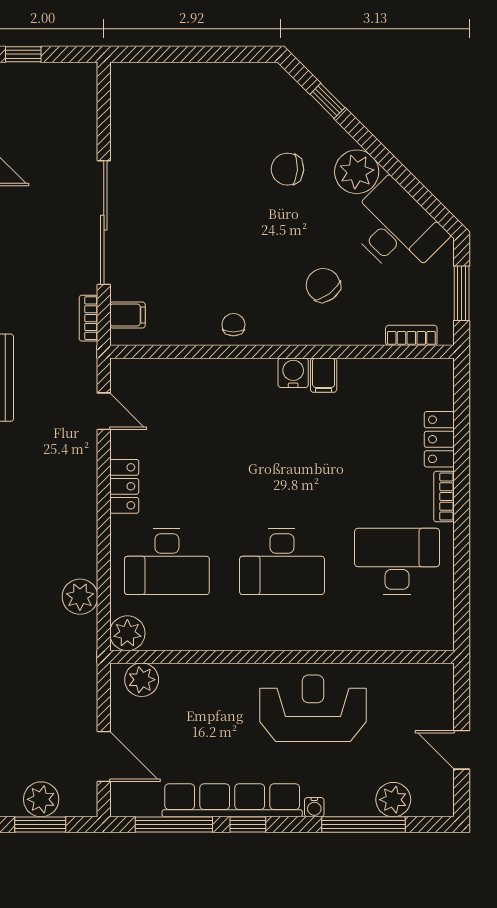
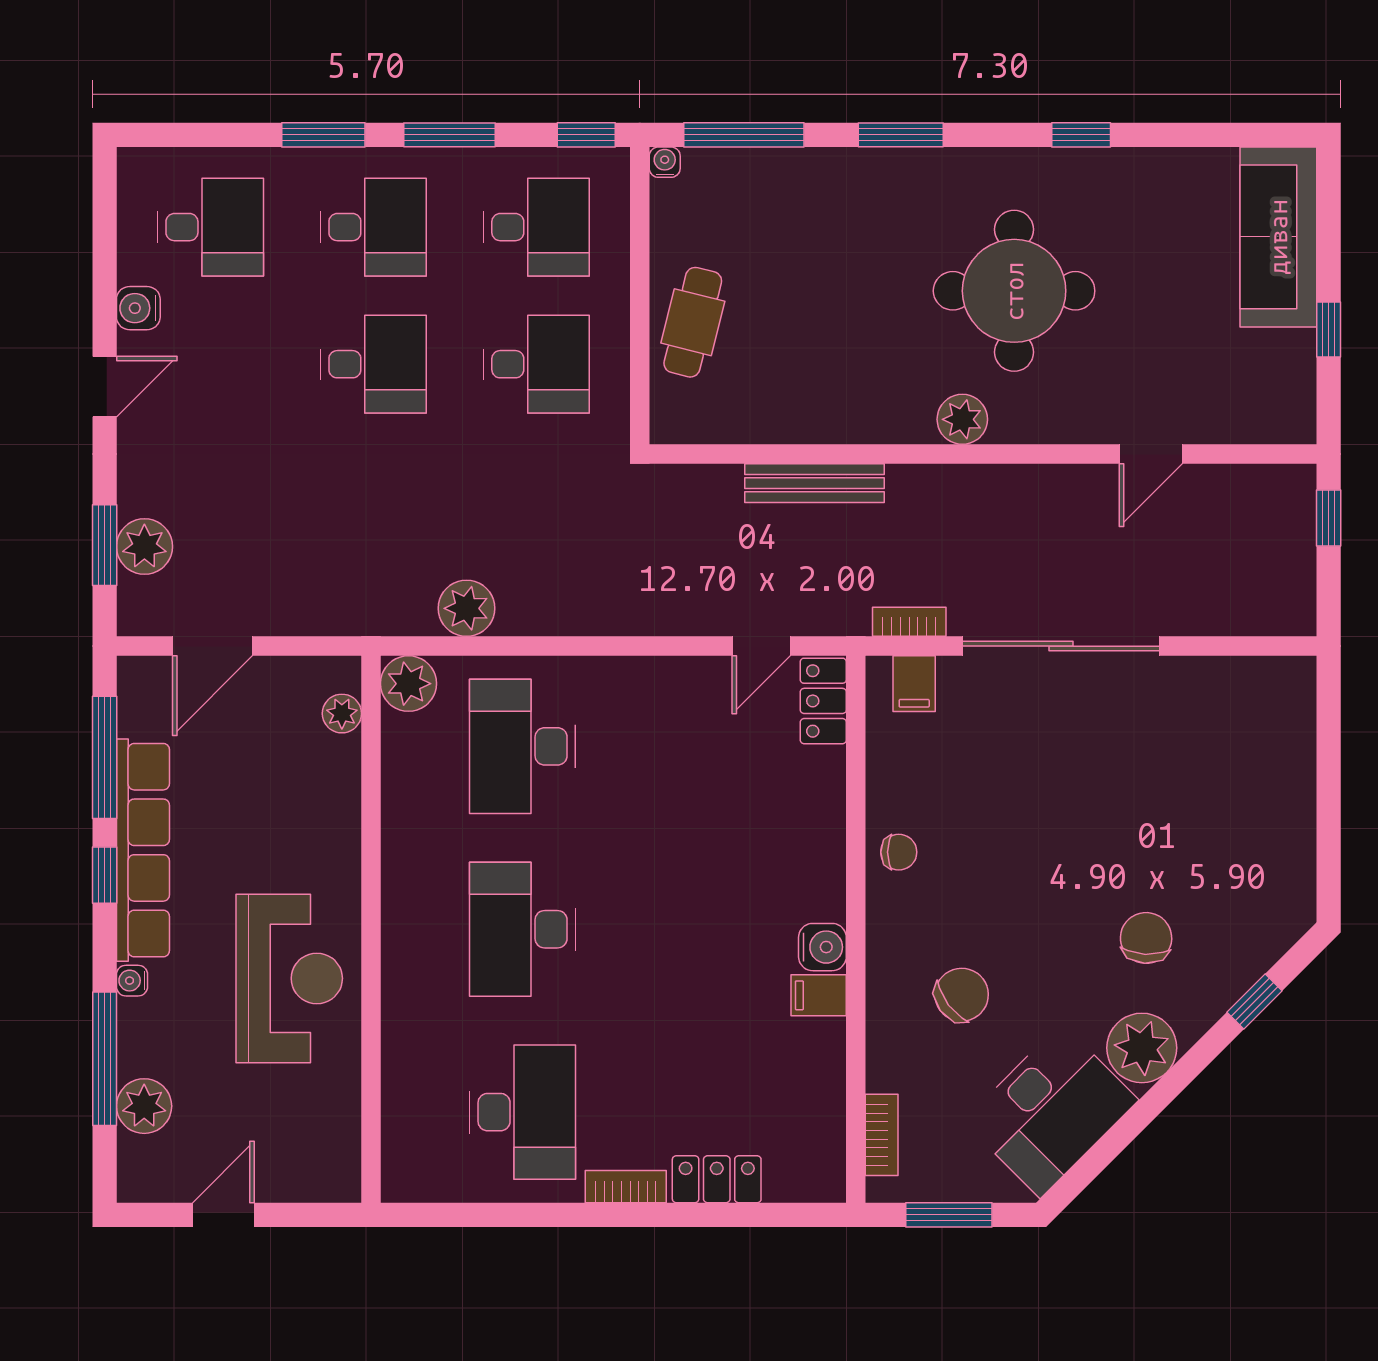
locker: (124, 486) -> (823, 701), moved, turned 90
plant: (142, 680) -> (342, 714), width x0.73, depth x0.73

